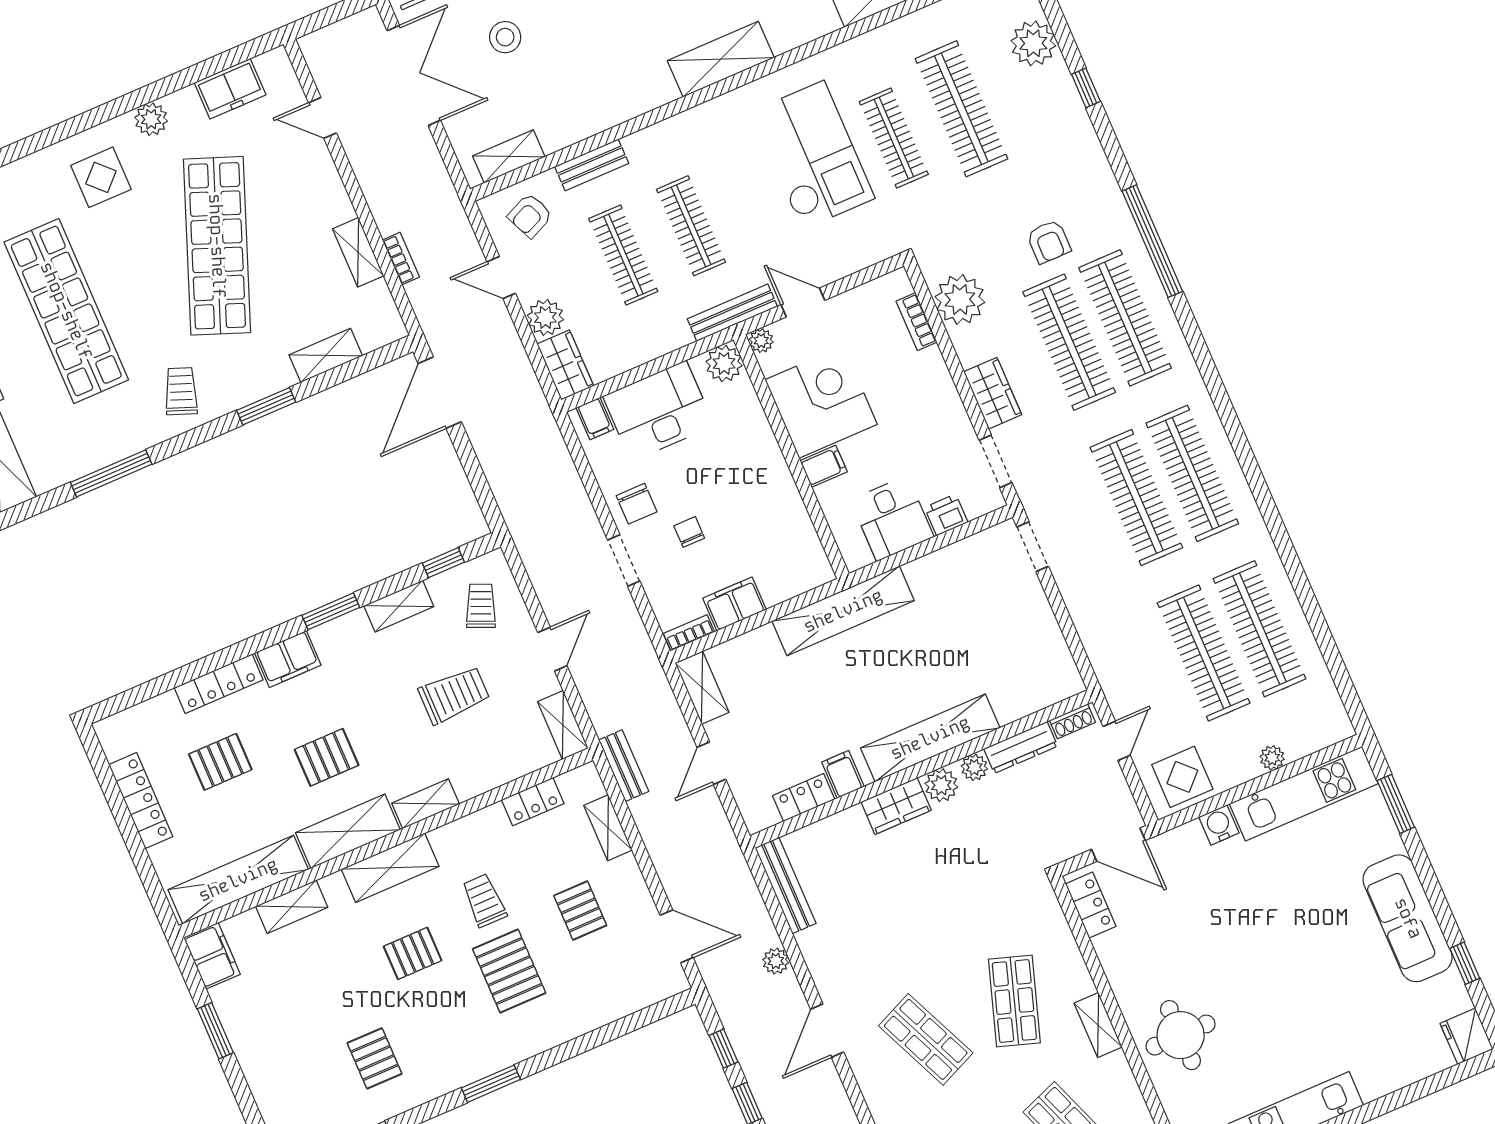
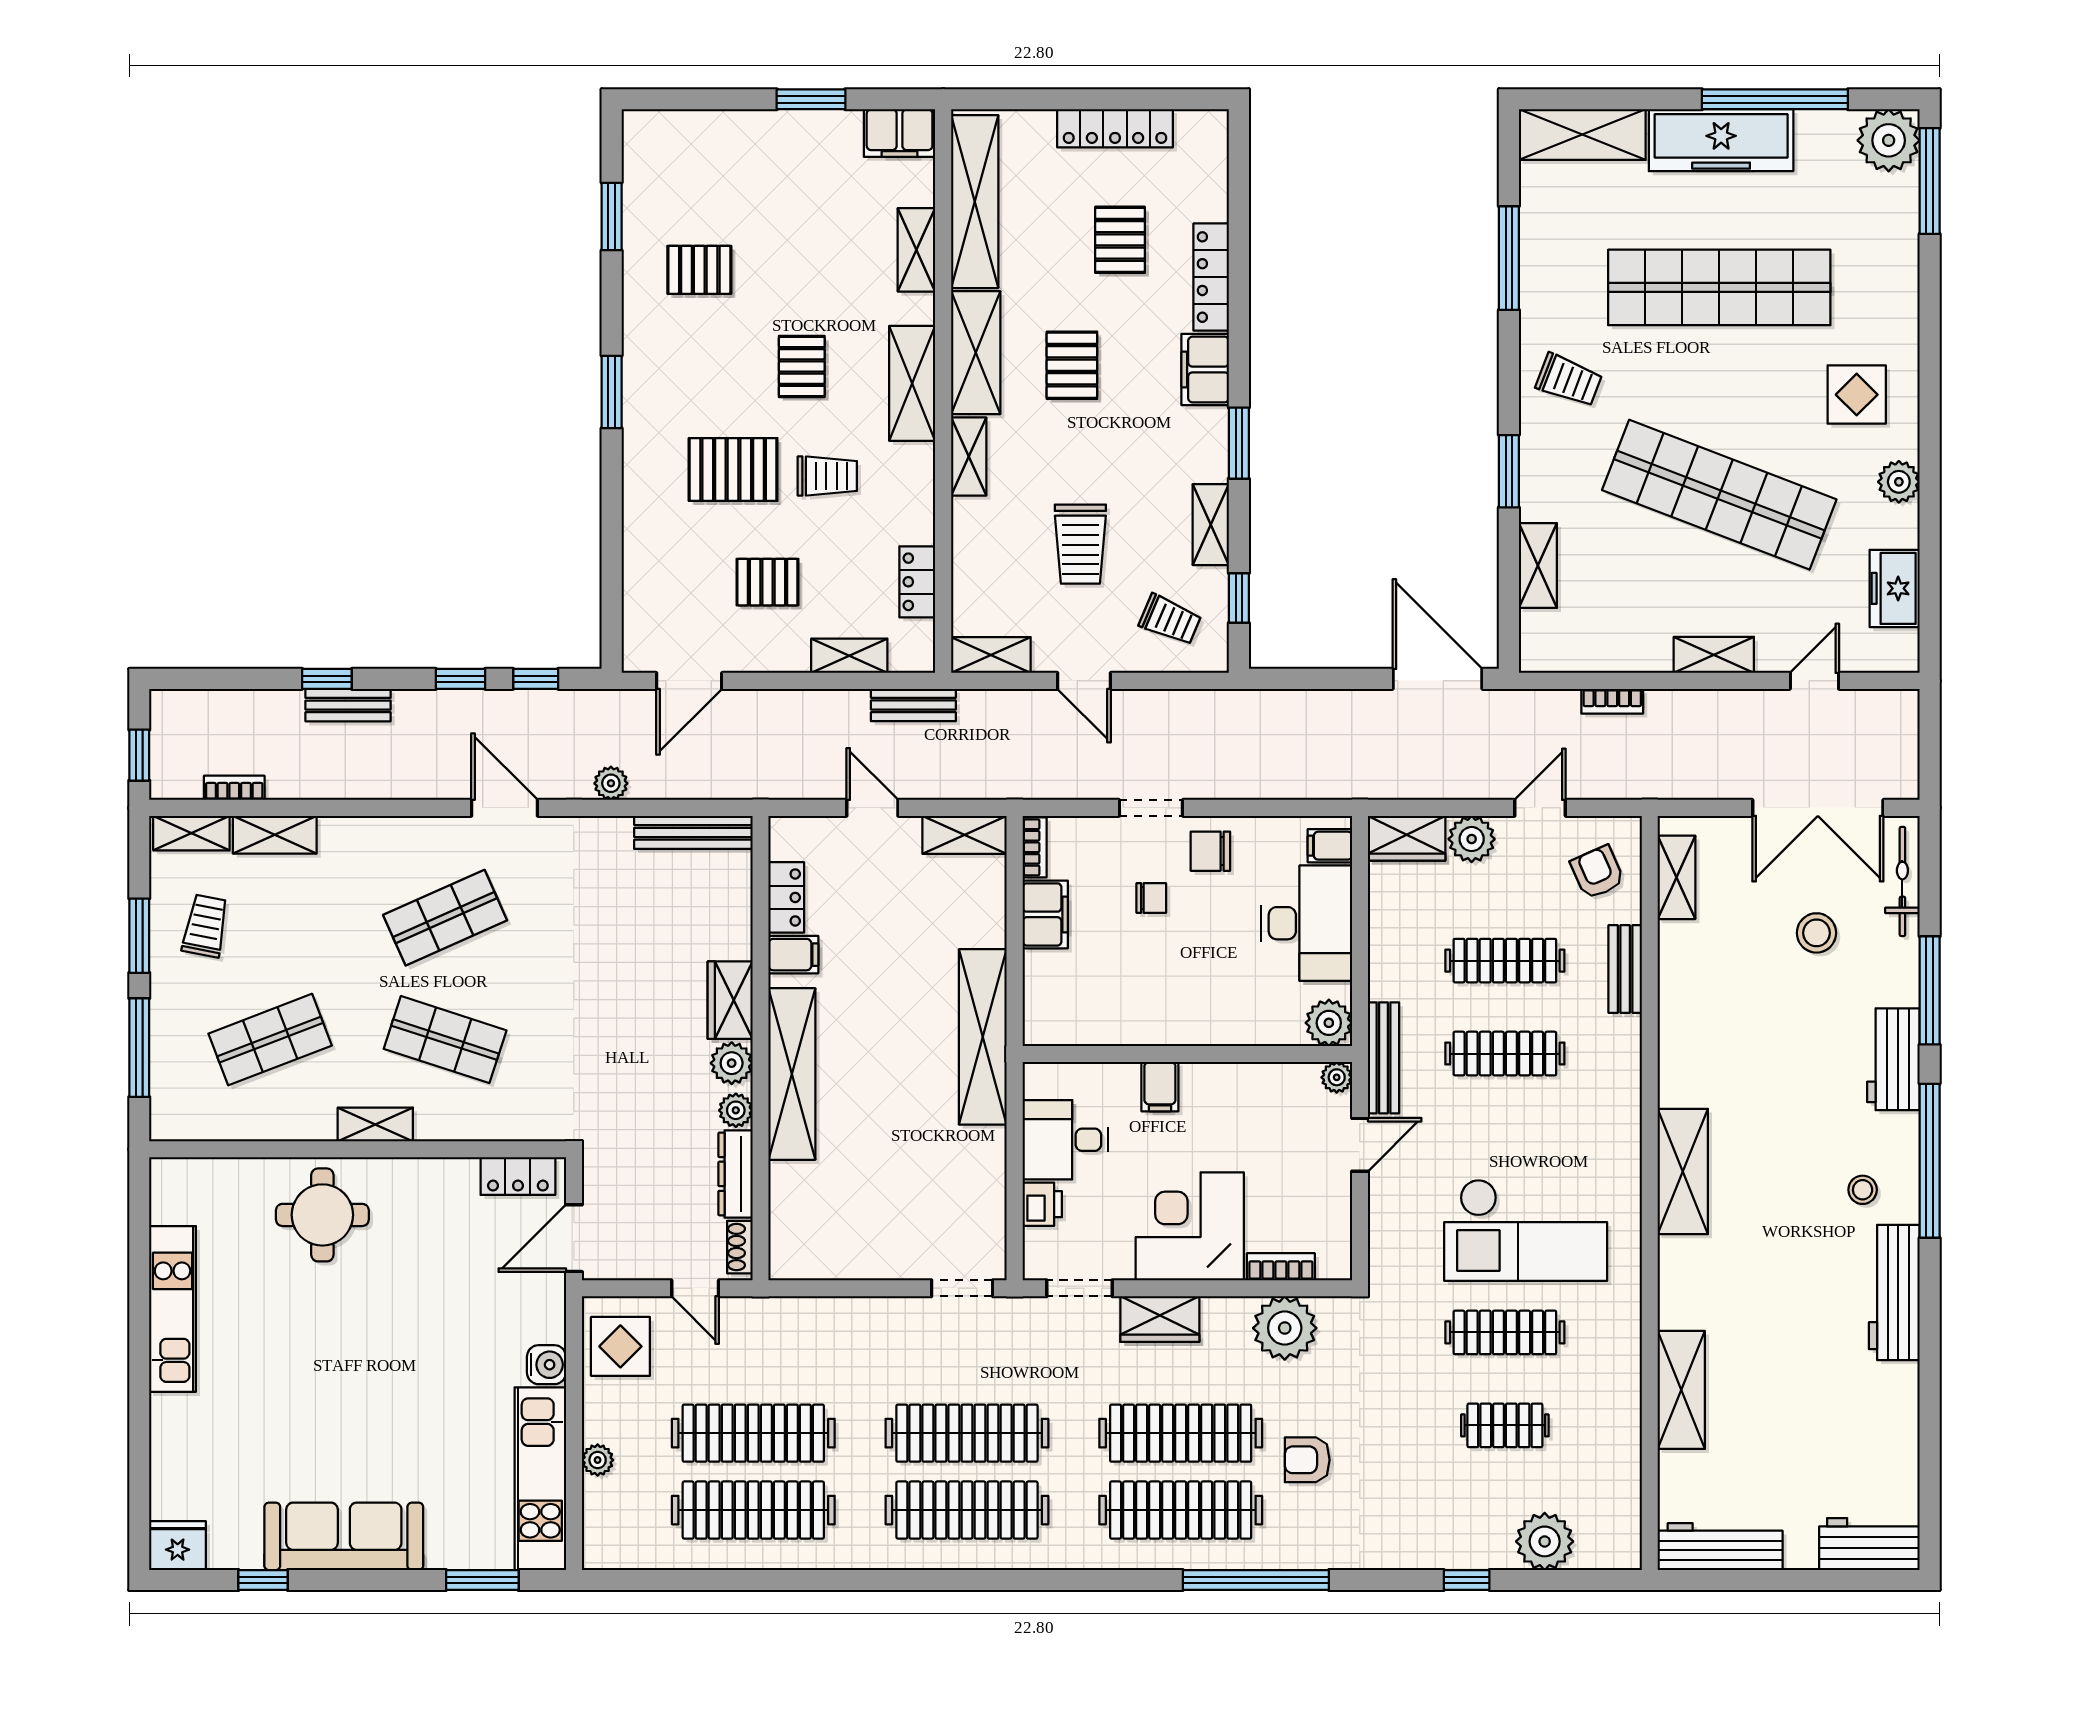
clothes rail: (961, 109) -> (1505, 1425), width x0.54, depth x0.76
shelving: (358, 252) -> (1714, 655), moved
corner desk: (821, 402) -> (1190, 1226), moved, turned 180

